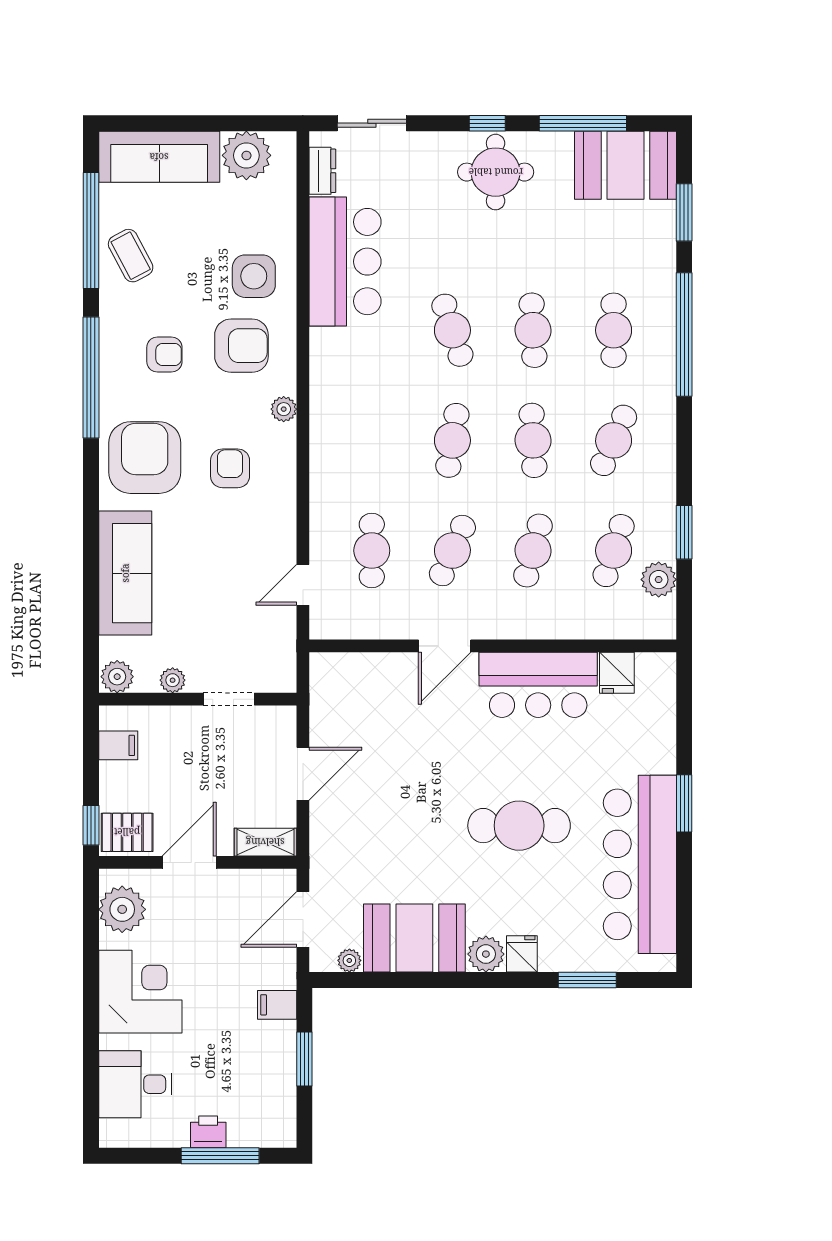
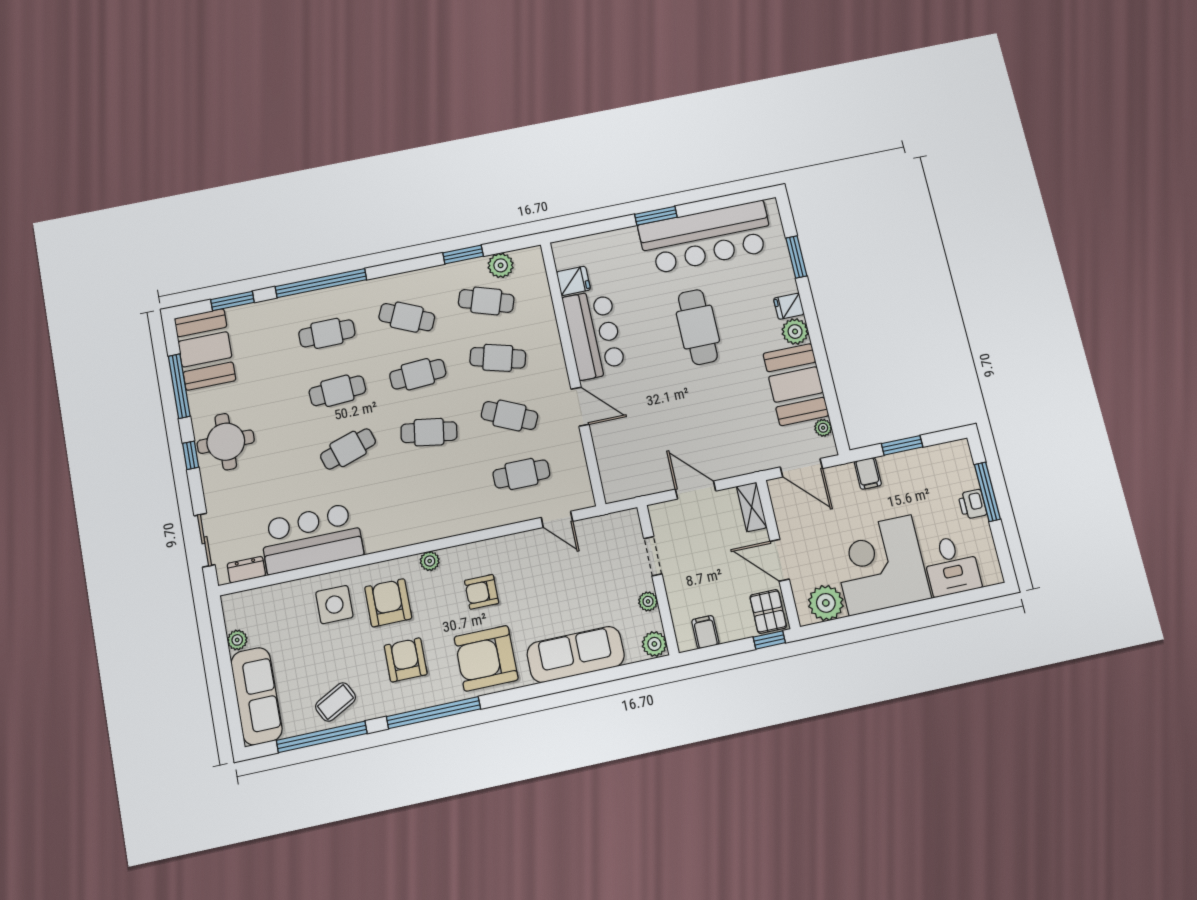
plant: (246, 155) -> (237, 640), width x0.53, depth x0.53
armchair: (164, 354) -> (406, 660), width x1.38, depth x1.38
corner desk: (140, 992) -> (880, 565), width x1.36, depth x1.36

